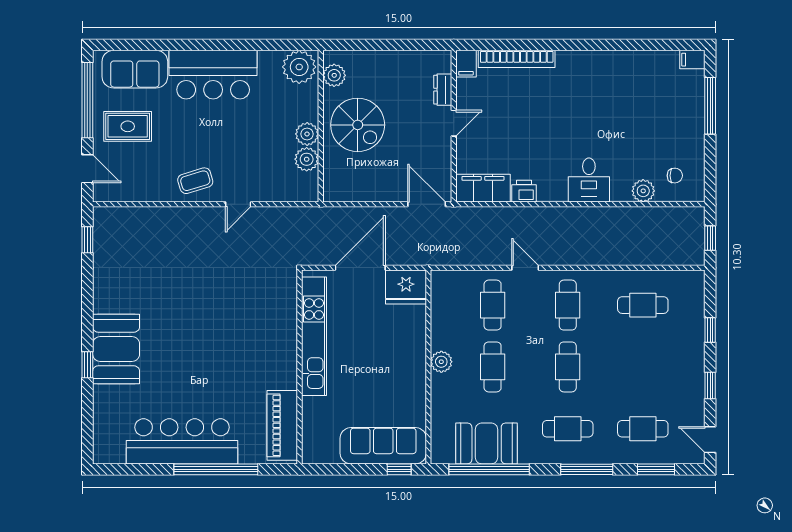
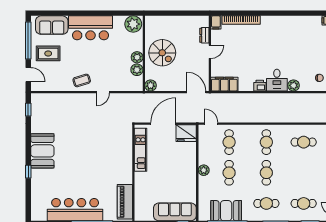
plant: (334, 75) -> (151, 85), moved
printer: (524, 191) -> (260, 86), moved
plant: (643, 191) -> (294, 85), moved
door: (525, 268) -> (211, 124), moved
kitchen unit: (314, 336) -> (141, 150), width x0.73
booth: (116, 349) -> (42, 151), moved

